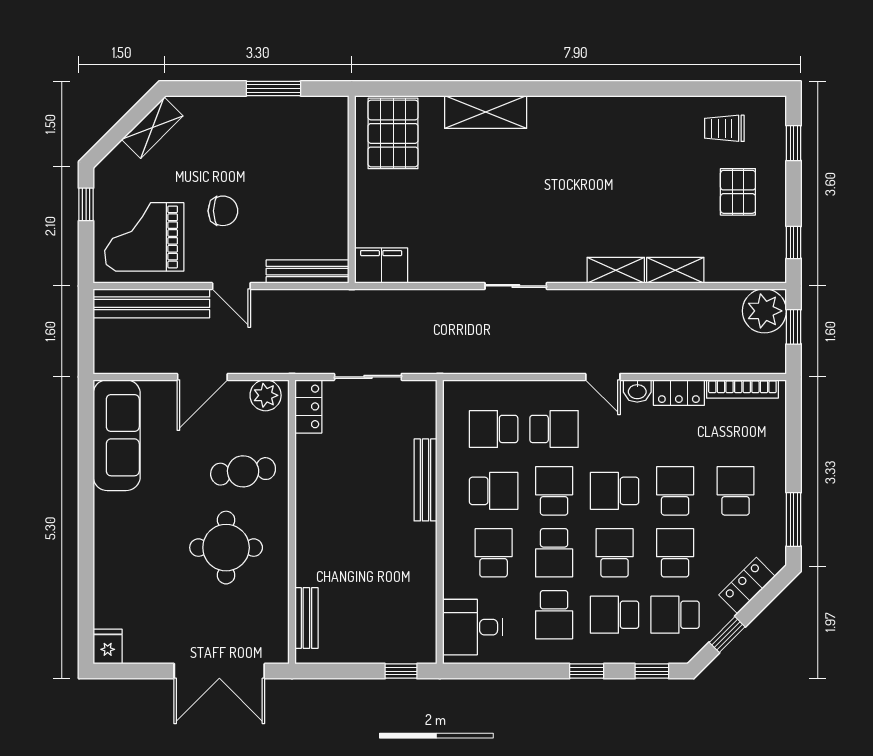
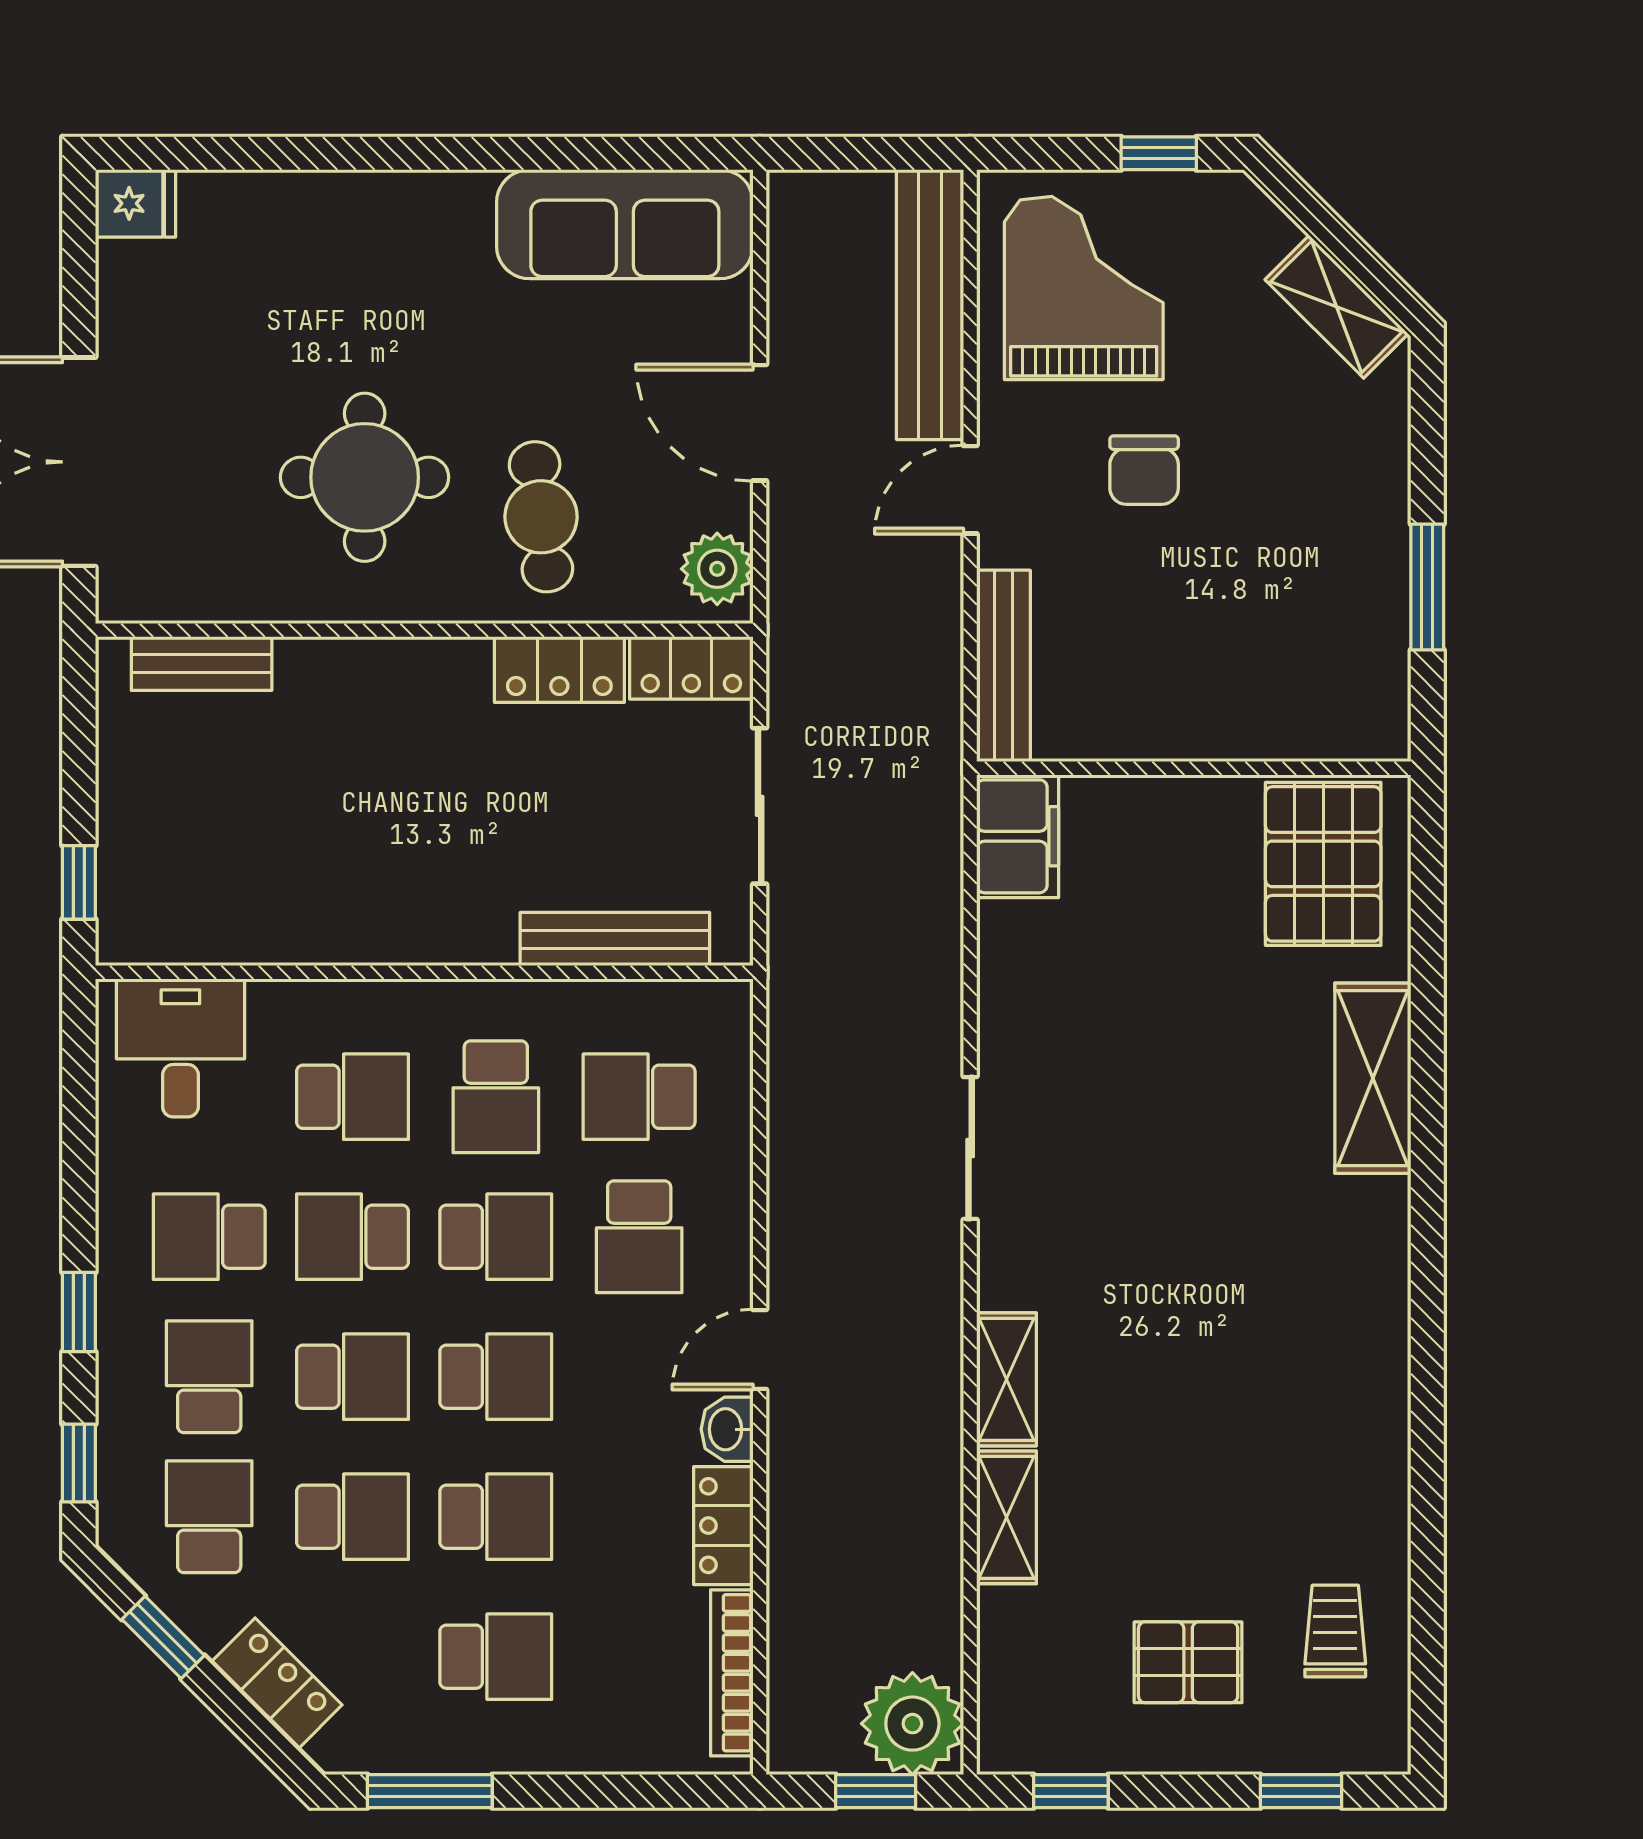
pallet: (393, 133) -> (1323, 864), turned 90
school desk: (494, 429) -> (639, 1097), turned -90
locker: (309, 463) -> (559, 670), added
bench: (425, 480) -> (615, 939), moved
school desk: (615, 491) -> (496, 1377), turned 90

